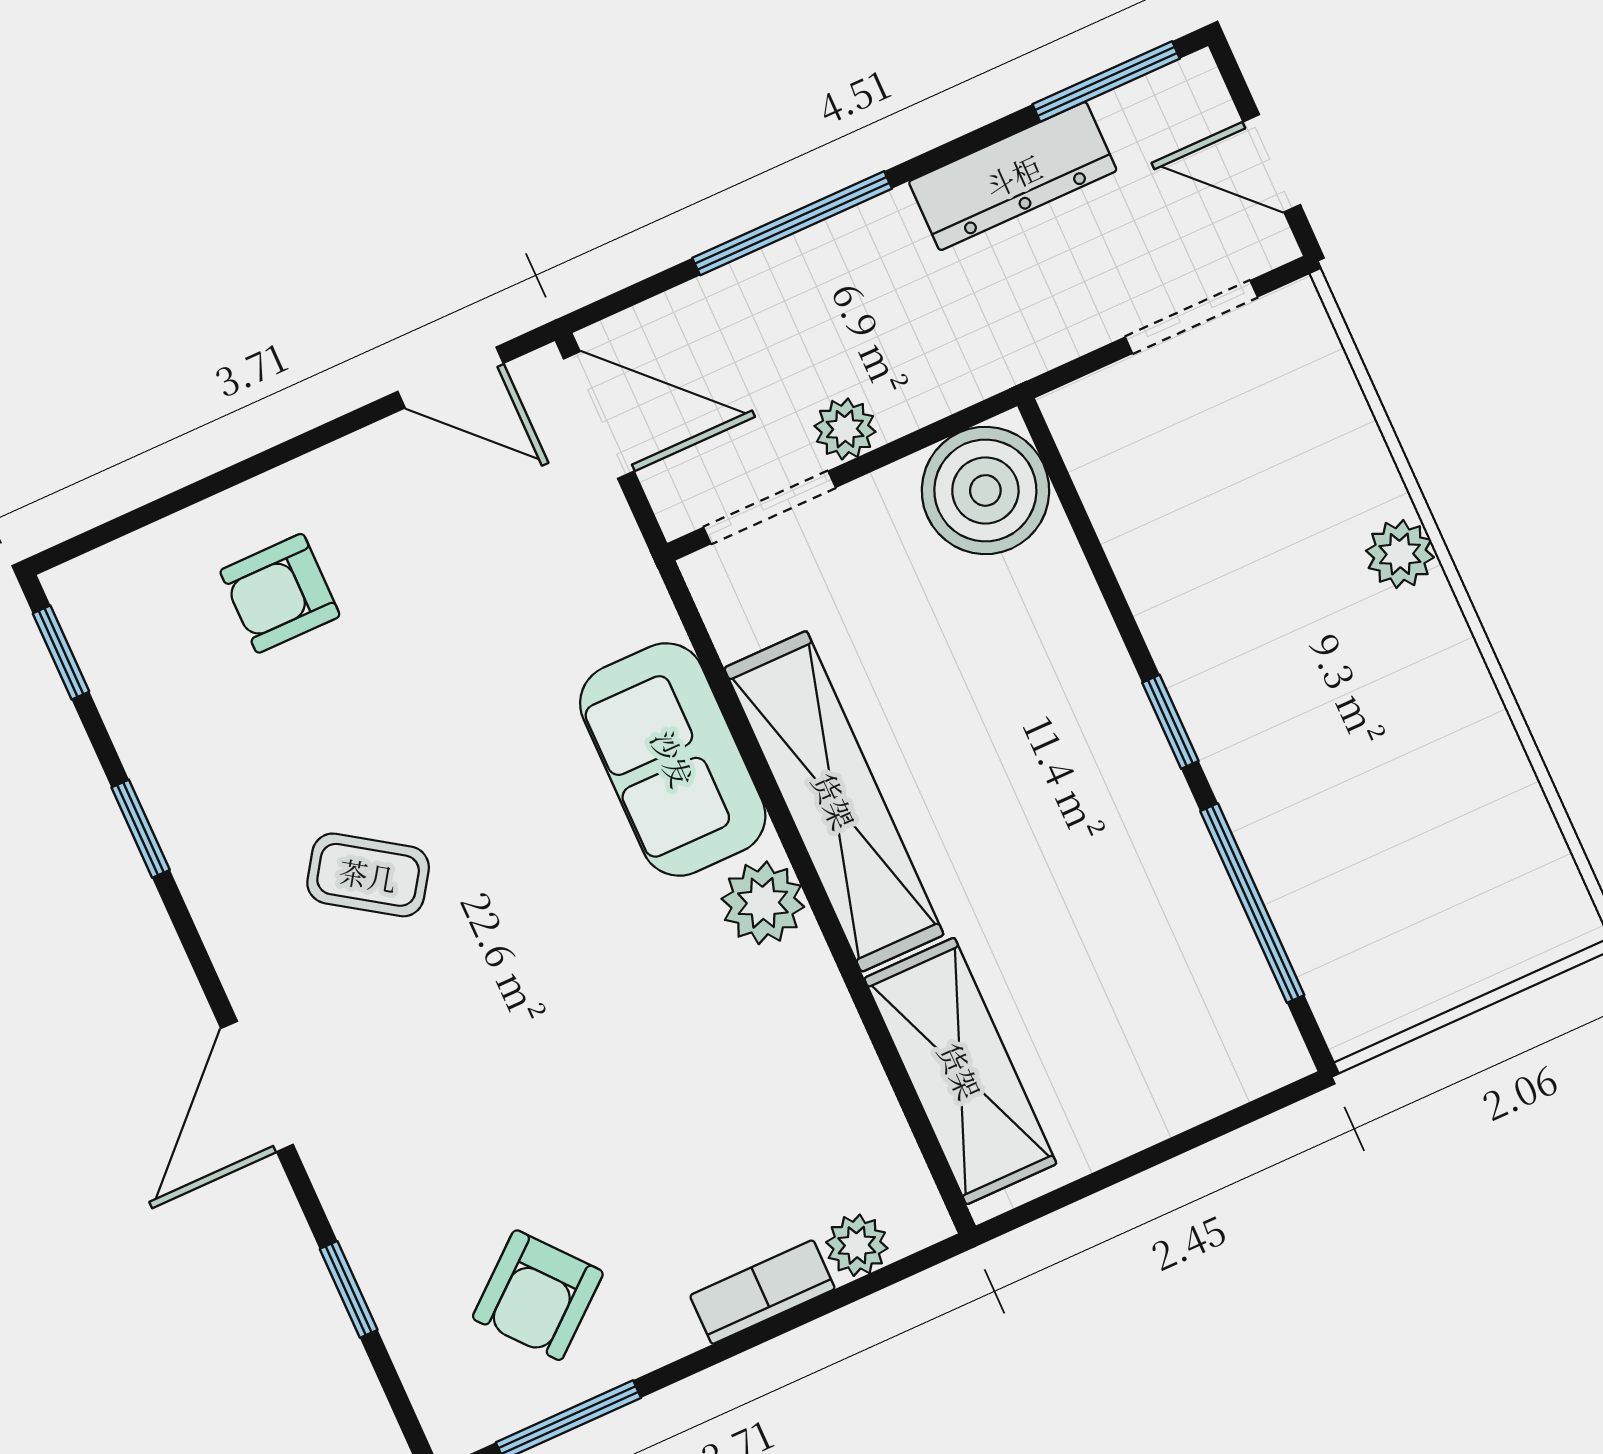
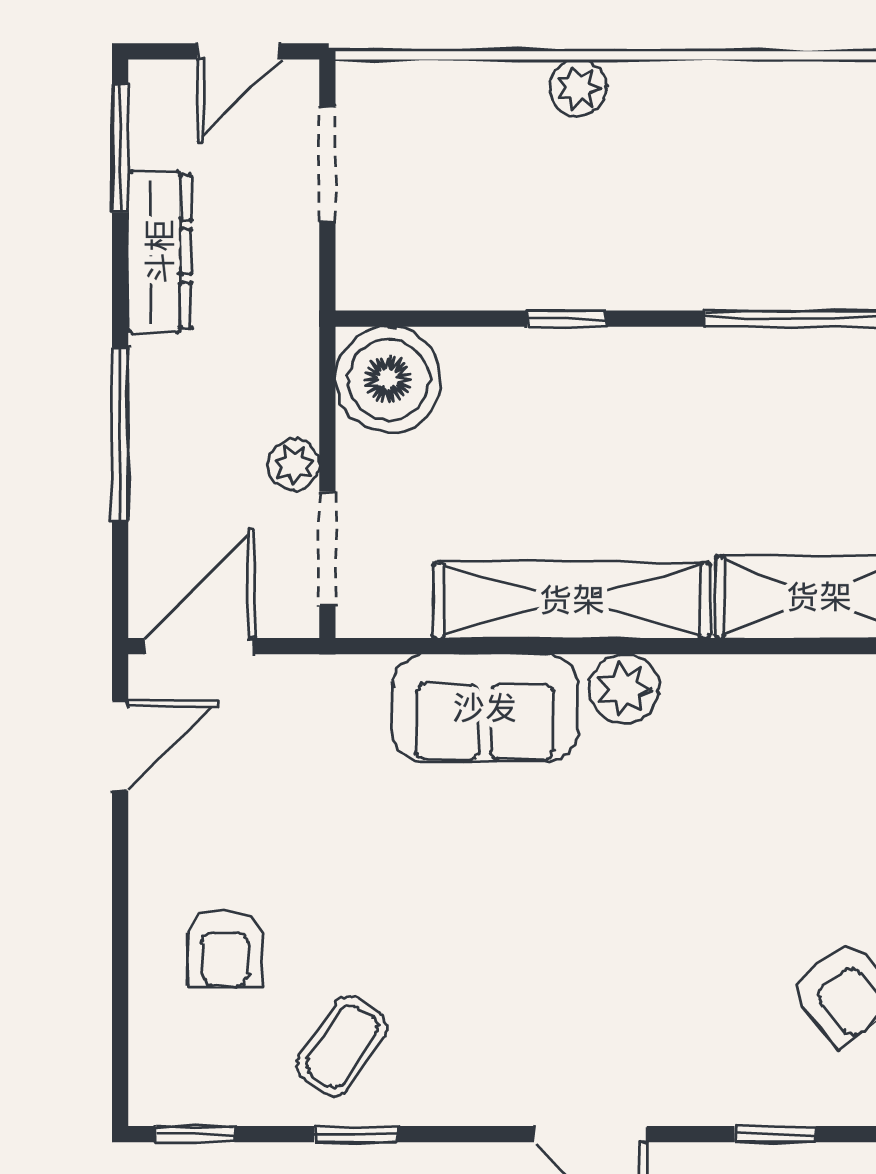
window: (1170, 722) -> (566, 319), moved
coffee table: (368, 875) -> (342, 1046), moved

